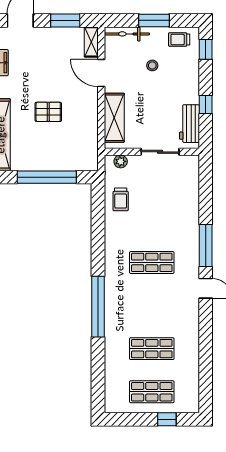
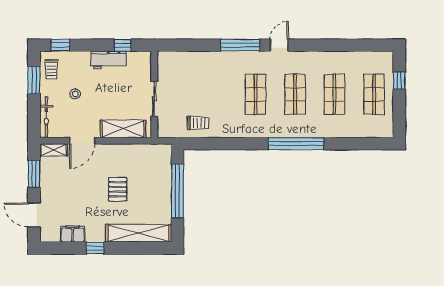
window: (154, 20) -> (34, 80), moved
window: (206, 104) -> (123, 45), moved
workbench: (190, 124) -> (109, 60), moved
sliding door: (160, 152) -> (154, 99), moved
plant: (121, 161) -> (163, 123), removed
shop shelf: (152, 306) -> (295, 94), added

